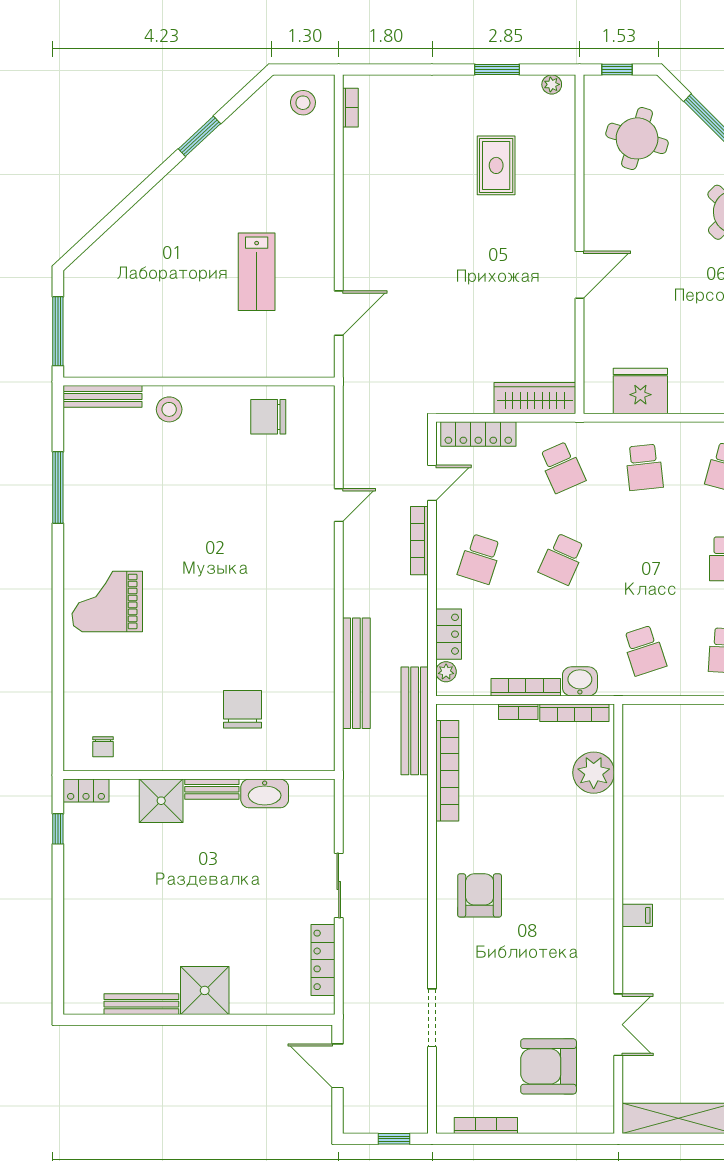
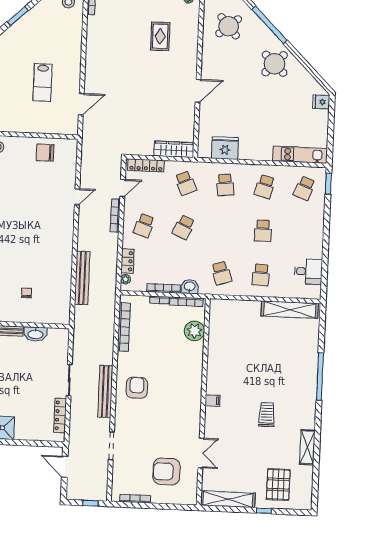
round table: (637, 138) -> (229, 26), turned 33
chair: (242, 709) -> (27, 293), width x0.54, depth x0.54
bench: (415, 721) -> (105, 391), moved

